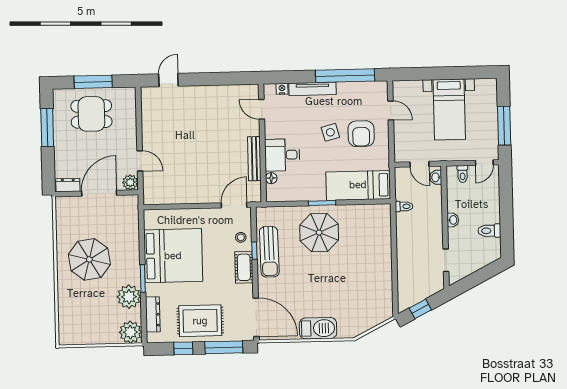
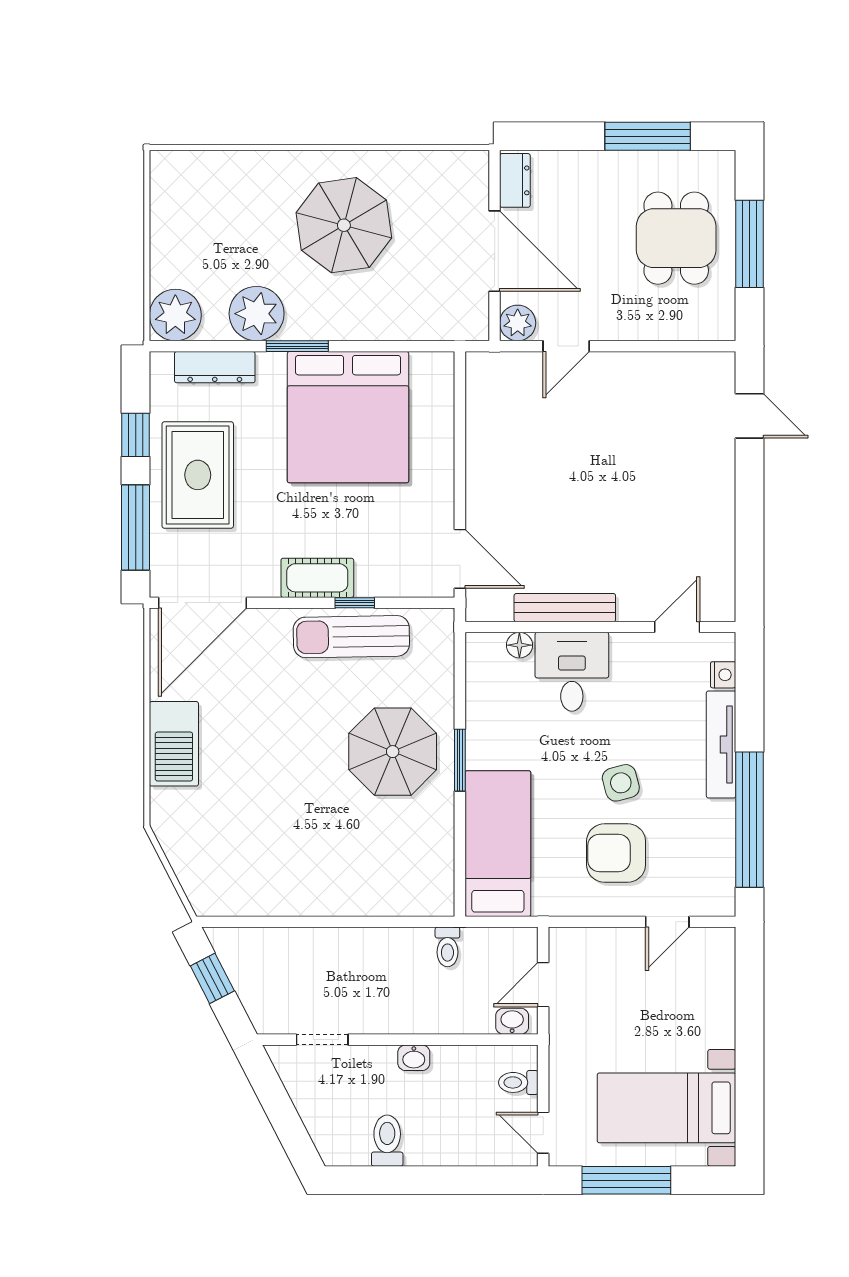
bed with nightstands: (449, 109) -> (666, 1108), moved
stool: (241, 237) -> (386, 572), removed

